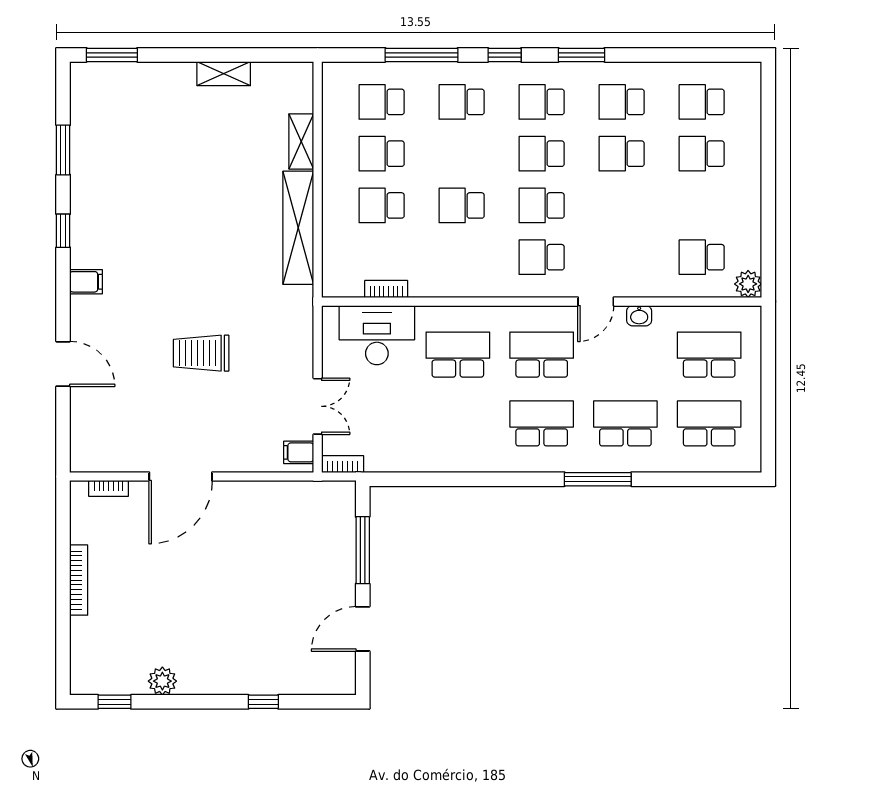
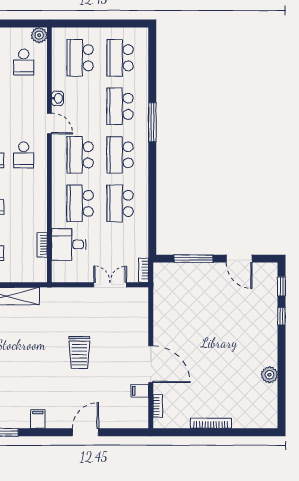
desk: (377, 335) -> (69, 244), width x0.73
school desk: (458, 423) -> (120, 203), added
filing cabinet: (299, 452) -> (140, 391), moved, turned 90
window: (114, 702) -> (281, 286), moved

